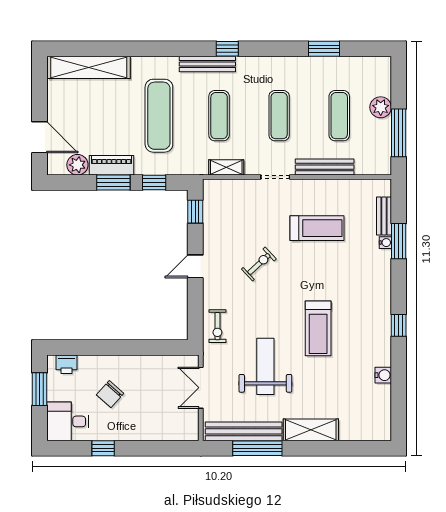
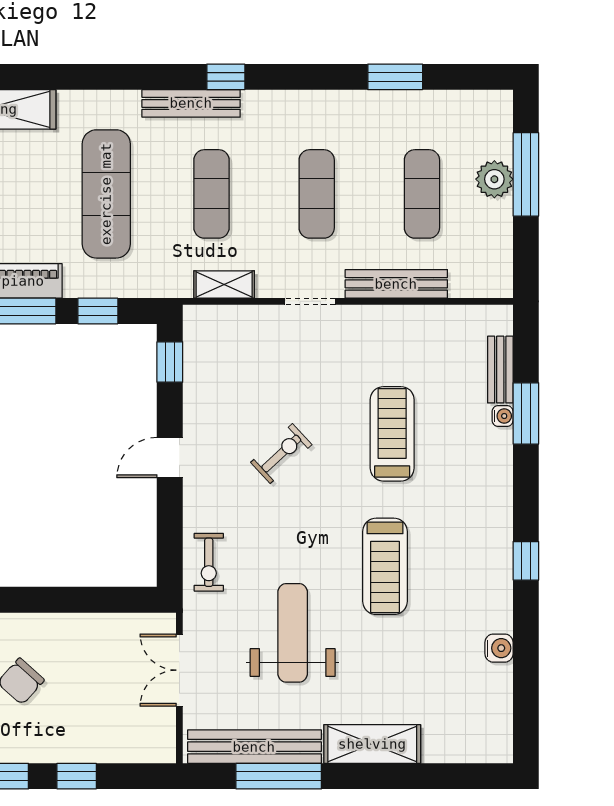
window: (399, 133) -> (526, 174), moved
treadmill: (317, 228) -> (392, 434), moved, turned -90
window: (142, 448) -> (77, 776), added

